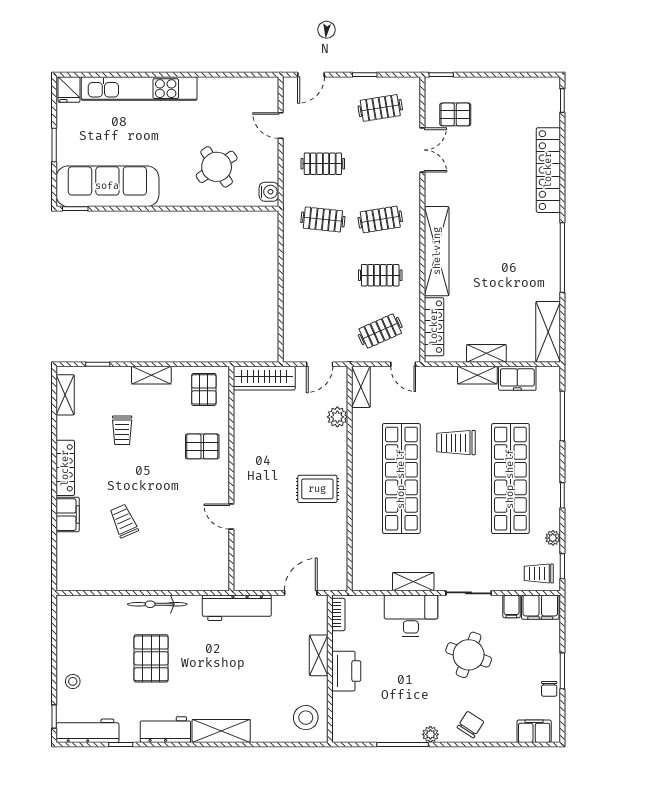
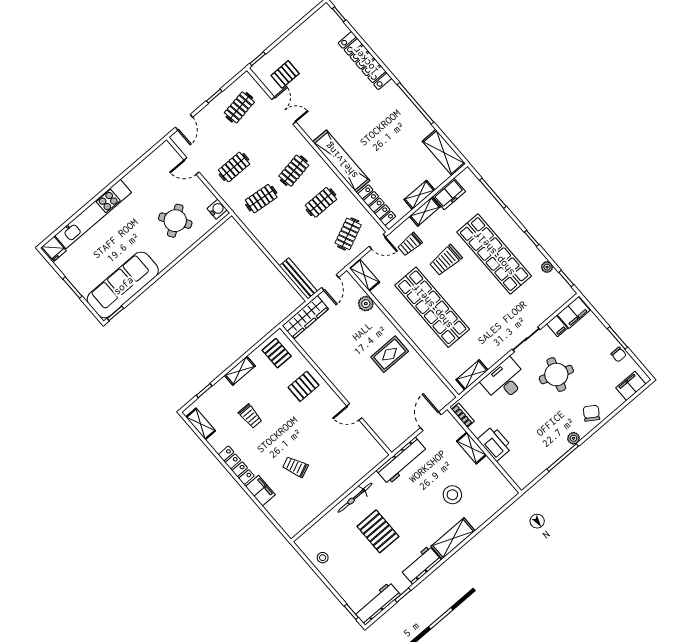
bench: (291, 333) -> (298, 278), added
trolley: (539, 573) -> (410, 244), moved
shelving: (413, 582) -> (472, 375), moved
stool: (73, 681) -> (323, 558), moved
stool: (306, 718) -> (452, 495), moved

